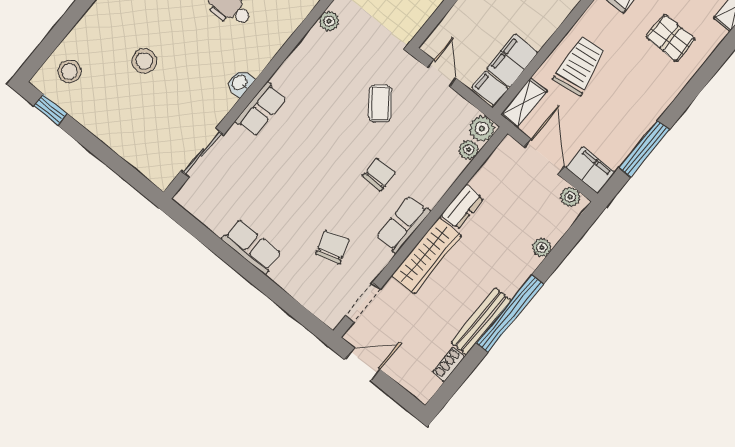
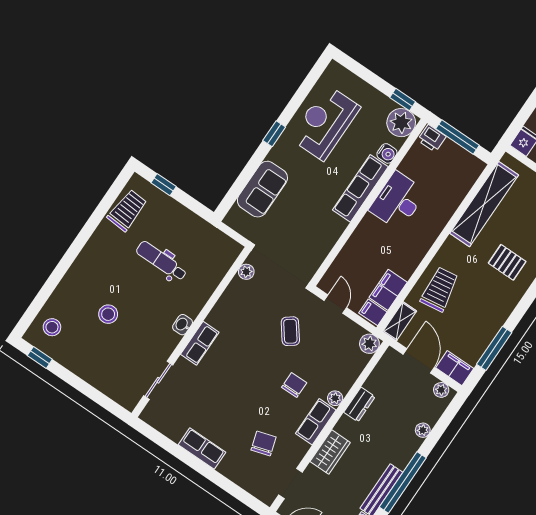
plant: (469, 150) -> (335, 398), moved
wardrobe: (427, 256) -> (330, 452), width x0.67

